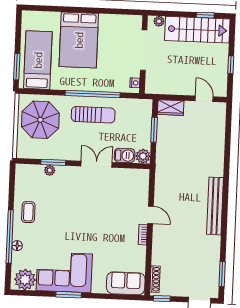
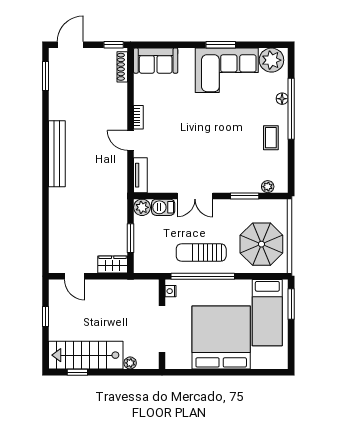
bed: (79, 40) -> (221, 338), width x1.36
doorway: (144, 50) -> (162, 329), moved
wall: (143, 54) -> (162, 324), moved
nightstand: (135, 83) -> (171, 291), moved
plant: (50, 170) -> (268, 187), moved
tv unit: (143, 184) -> (140, 175), added

